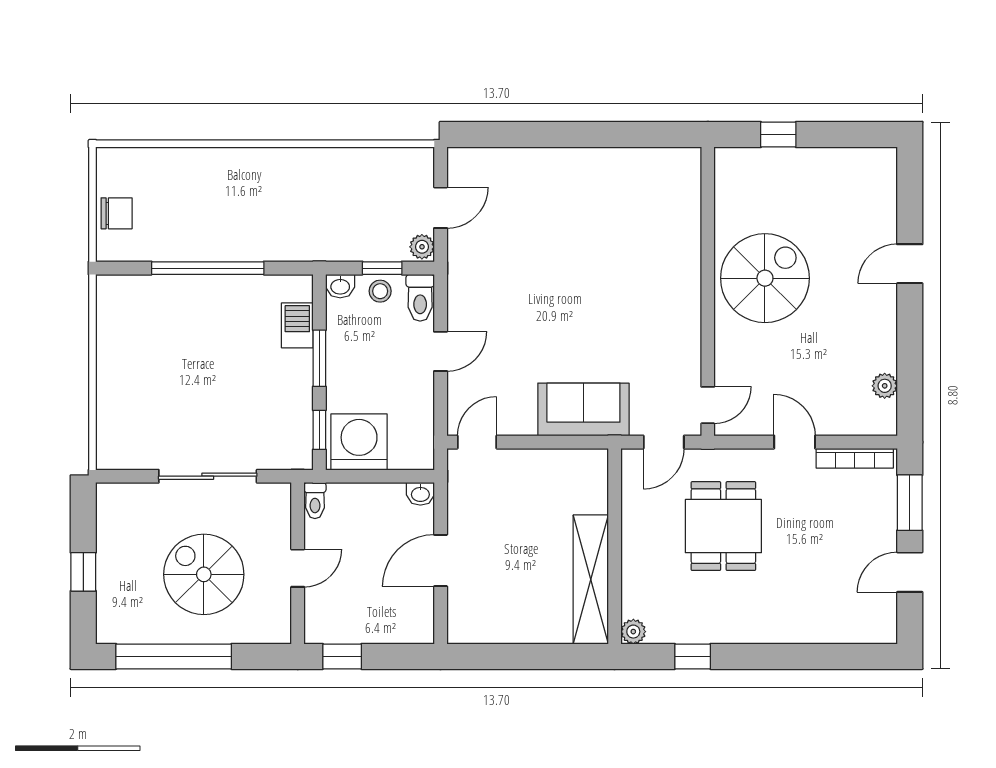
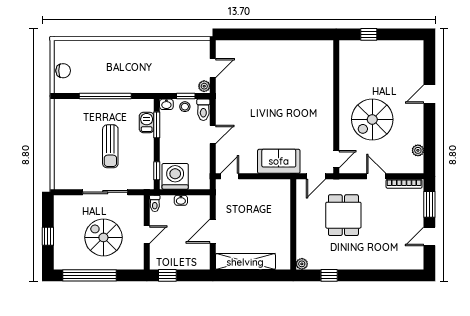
spiral stairs: (765, 278) -> (372, 119), moved, turned 180
window: (319, 358) -> (157, 125), moved
sun lounger: (219, 377) -> (110, 146), added
washbasin: (420, 494) -> (181, 200), moved
shelving: (591, 579) -> (245, 262), moved, turned 90

